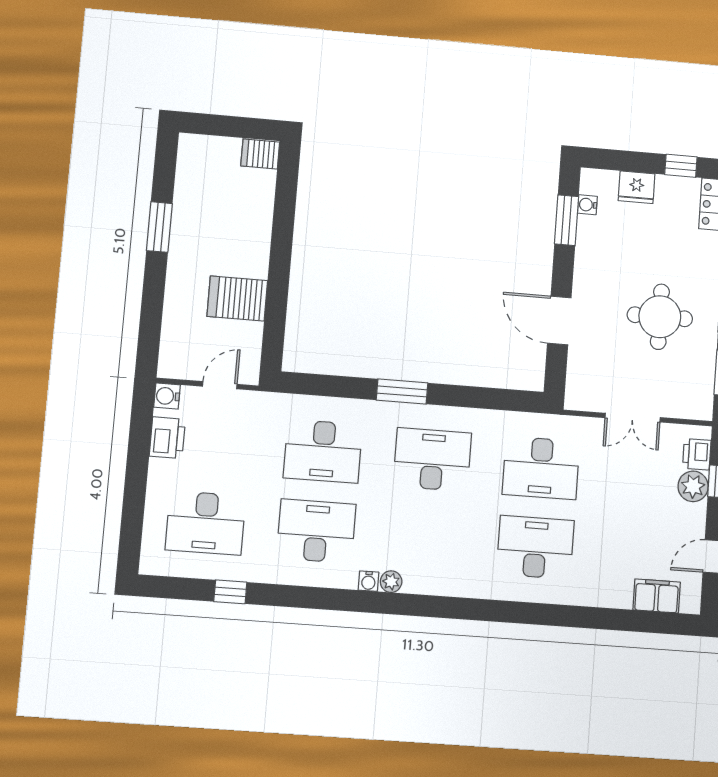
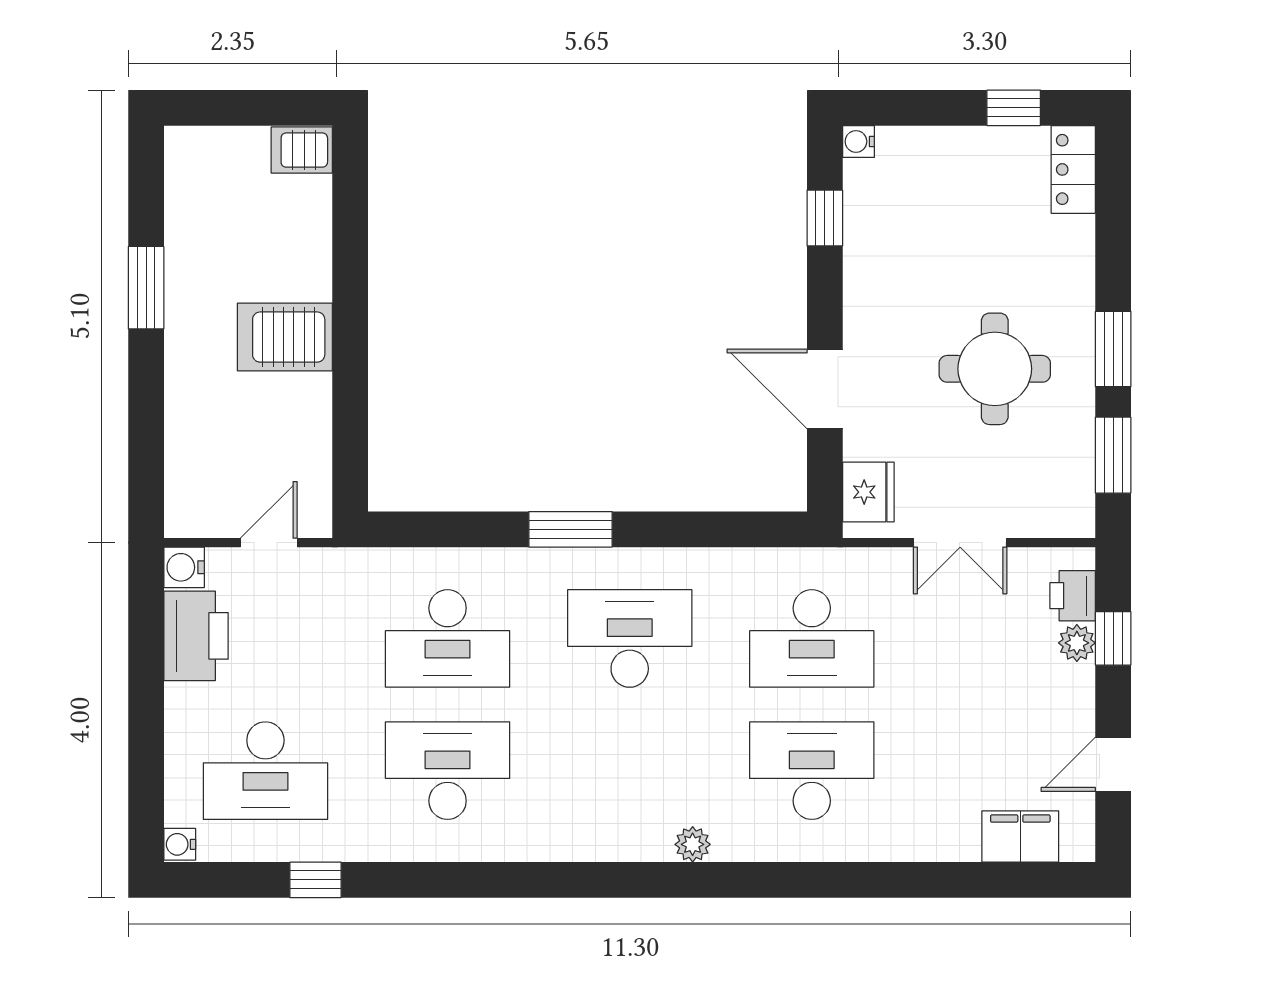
fridge: (637, 187) -> (868, 492), moved, turned -90
water cooler: (587, 205) -> (858, 141), moved
window: (566, 220) -> (825, 218), width x0.67
server rack: (237, 298) -> (285, 337), moved
printer: (167, 438) -> (196, 636), width x1.37, depth x1.19
plant: (693, 486) -> (1077, 643), width x0.73, depth x0.73
water cooler: (368, 581) -> (180, 844), moved, turned 90
plant: (391, 582) -> (693, 844), moved

